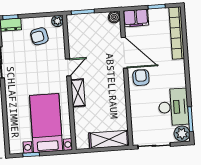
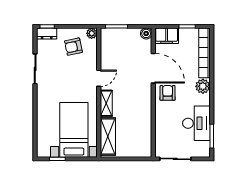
plant: (182, 134) -> (203, 86), moved
shelving: (109, 139) -> (108, 136), moved, turned 90

